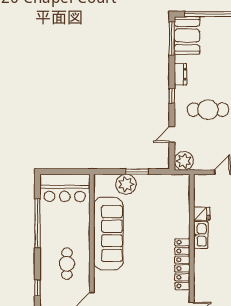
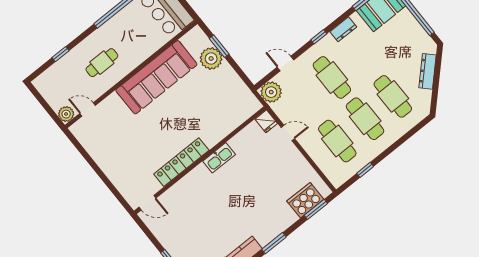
window: (137, 172) -> (219, 46), moved
fridge: (202, 214) -> (266, 121), moved

